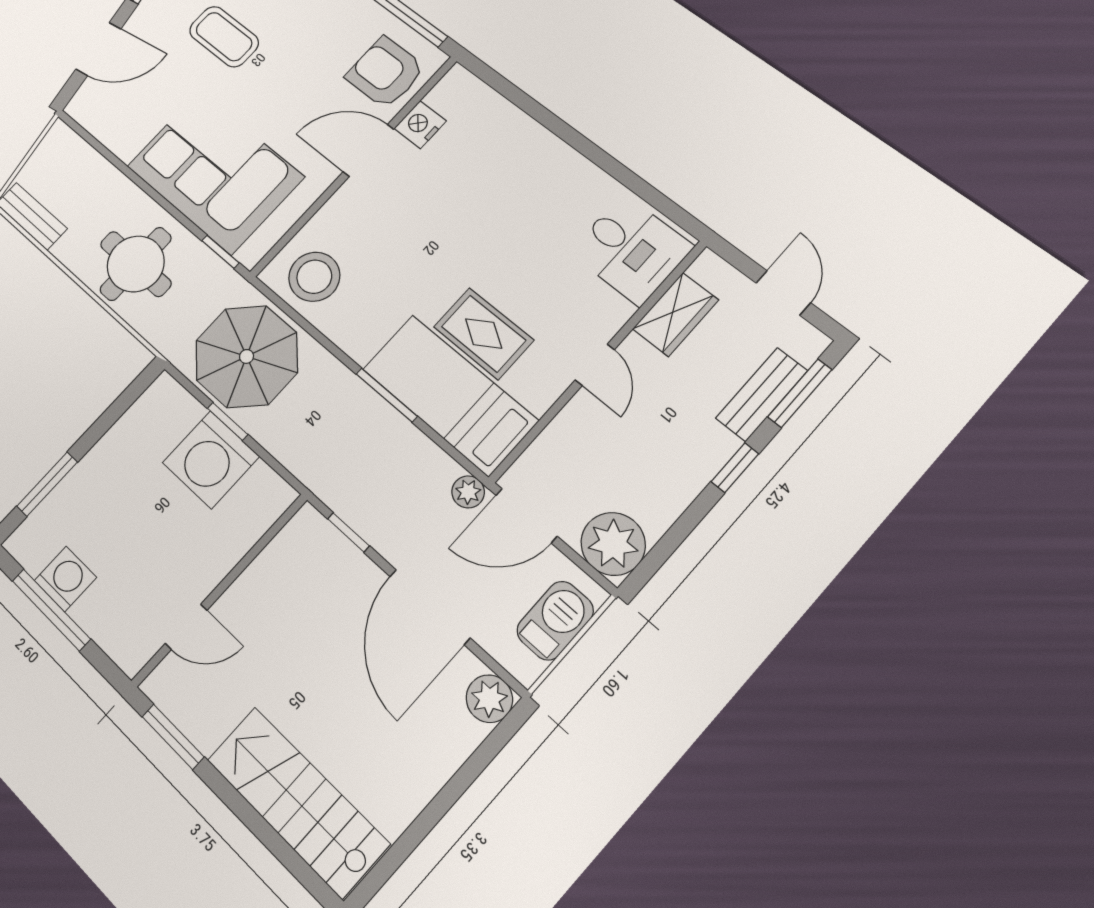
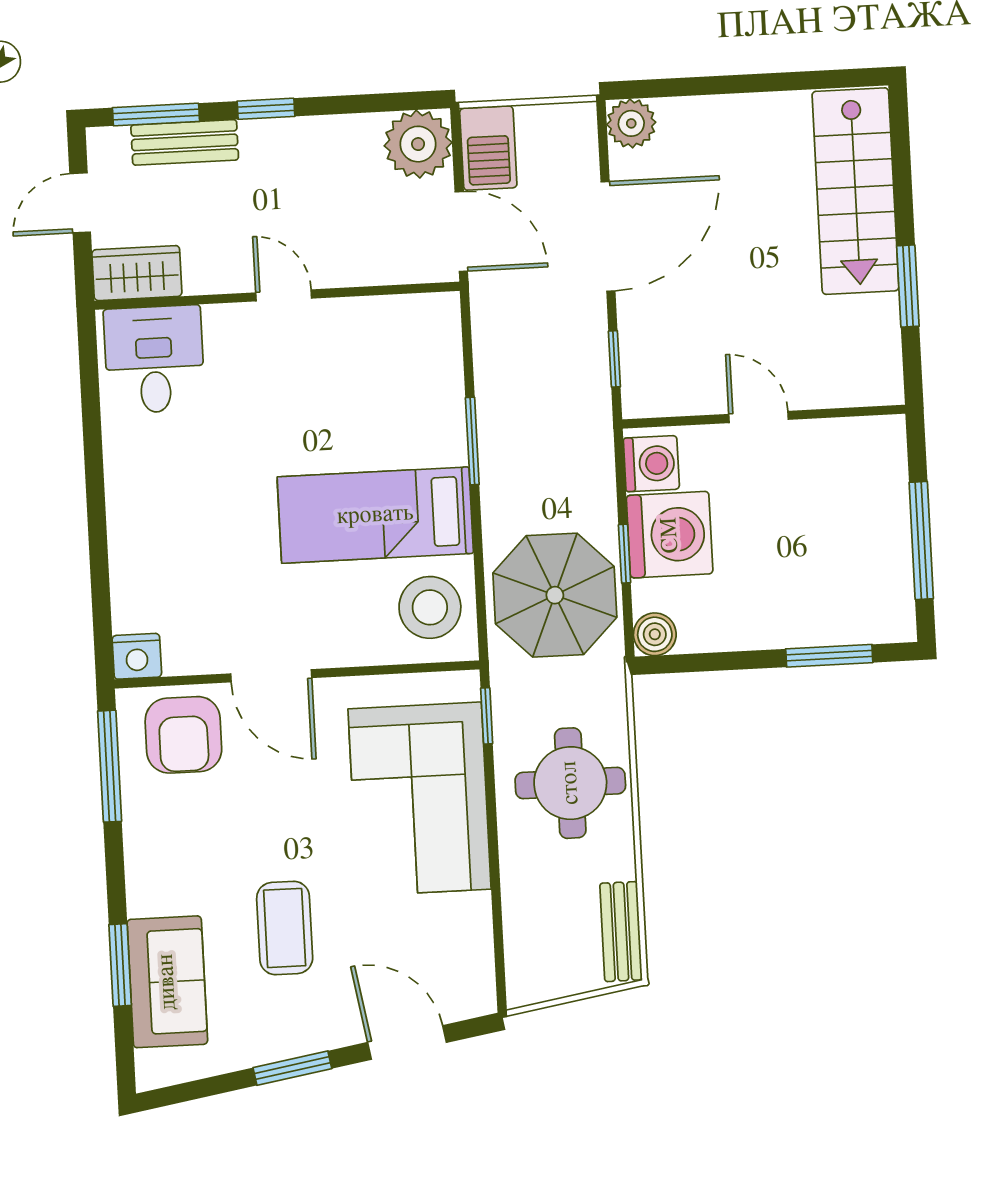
nightstand: (420, 125) -> (137, 656), moved
wardrobe: (676, 314) -> (137, 273), moved
rug: (484, 334) -> (343, 412), removed
door: (595, 365) -> (284, 295), hinge flipped
boiler: (165, 393) -> (655, 634), added
bed: (450, 395) -> (375, 515), moved, turned 90
plant: (468, 492) -> (487, 296), removed
washing machine: (65, 579) -> (651, 464), moved, turned 180
barbecue: (555, 621) -> (488, 148), moved, turned -90
door: (186, 627) -> (759, 417), moved
window: (173, 737) -> (908, 286), moved

